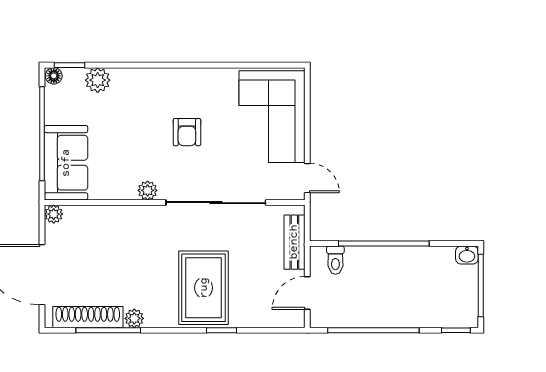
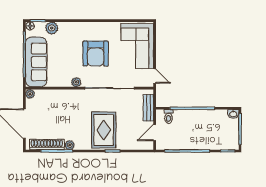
armchair: (187, 132) -> (96, 54), width x1.88, depth x1.88
sofa: (66, 163) -> (36, 62), width x1.36

